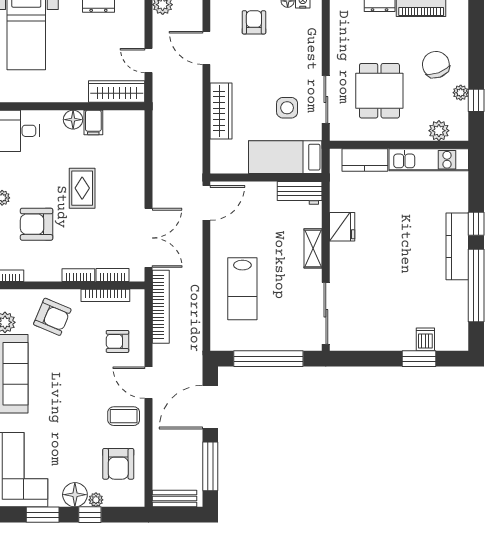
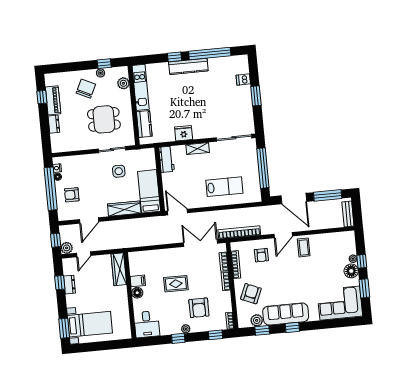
door: (149, 61) -> (84, 254), moved
chair: (436, 65) -> (86, 89), turned 136
bed: (285, 157) -> (149, 191), moved, turned 180
window: (419, 359) -> (256, 96), moved
armchair: (118, 464) -> (331, 248), removed

